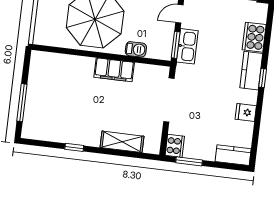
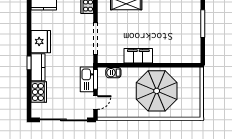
barbecue: (136, 49) -> (113, 73), moved
fridge: (246, 112) -> (41, 42), width x1.88, depth x1.34

